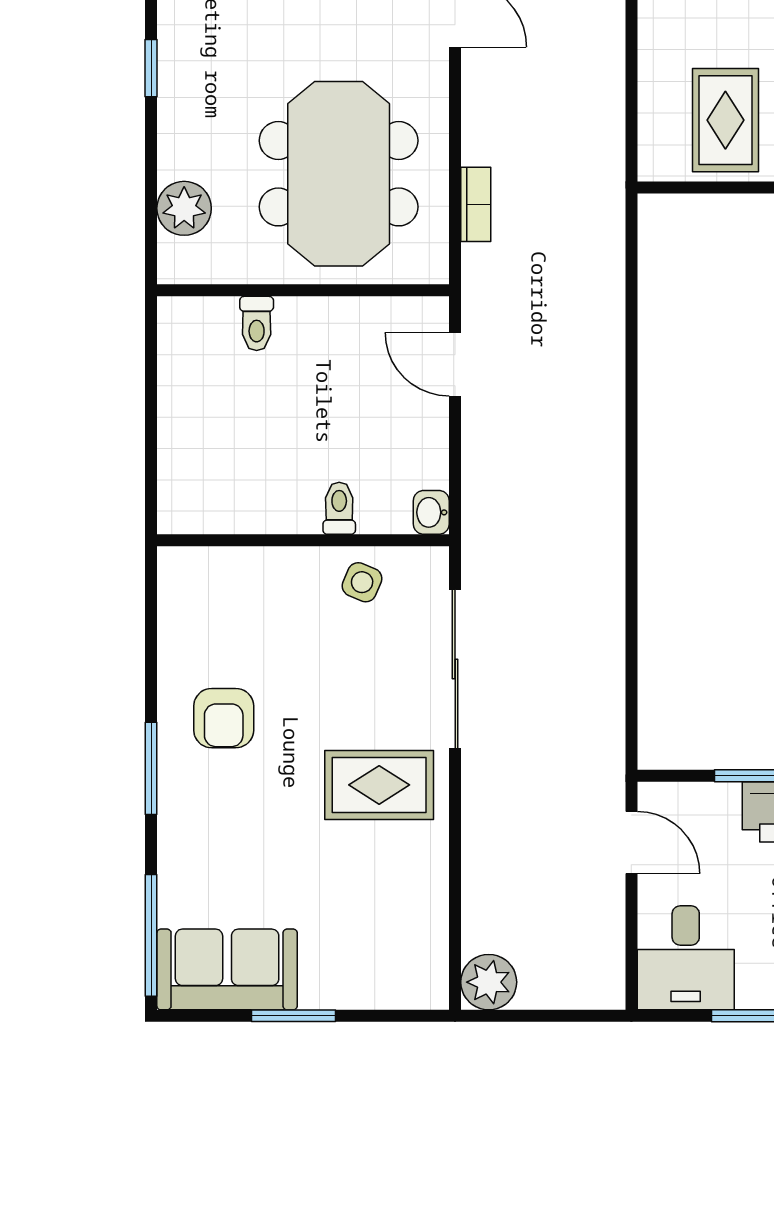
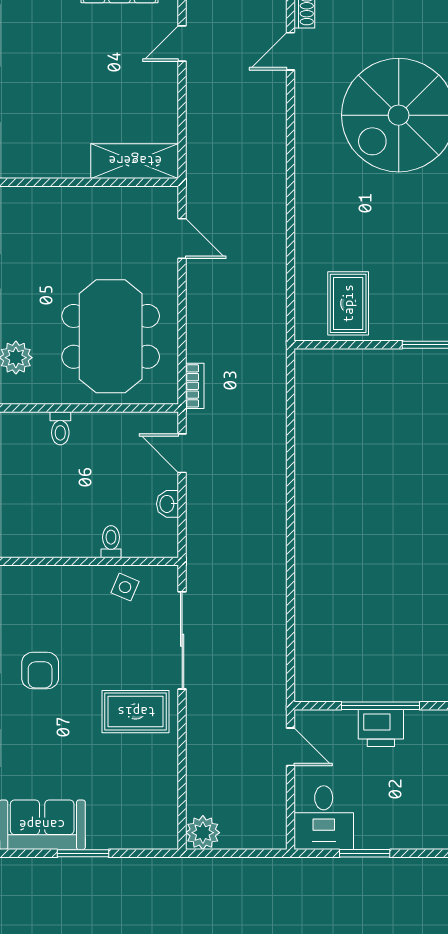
bookcase: (476, 204) -> (195, 386), moved
washbasin: (431, 512) -> (168, 504), moved

